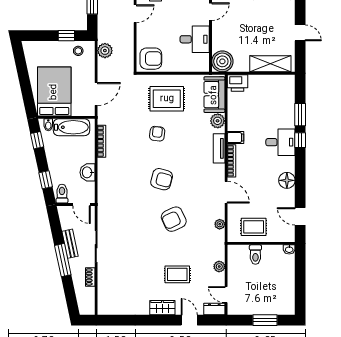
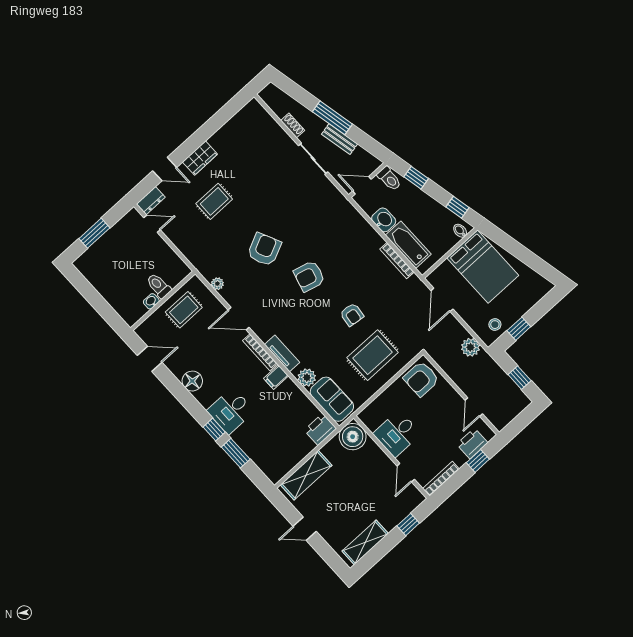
bathtub: (72, 127) -> (408, 245), moved, turned 90
washbasin: (289, 249) -> (151, 301), moved
plant: (219, 266) -> (182, 244), removed

